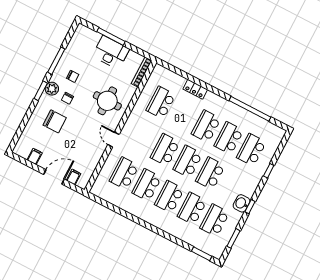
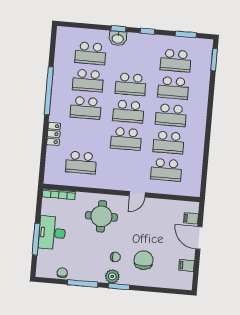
chair: (73, 76) -> (62, 273), moved
window: (250, 109) -> (49, 91), moved
window: (269, 171) -> (118, 29), moved
washbasin: (241, 203) -> (118, 38), moved

